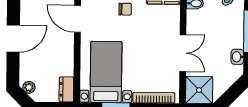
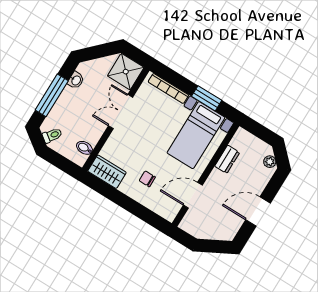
door: (77, 19) -> (193, 195), swing flipped
dresser: (66, 89) -> (227, 159), moved

